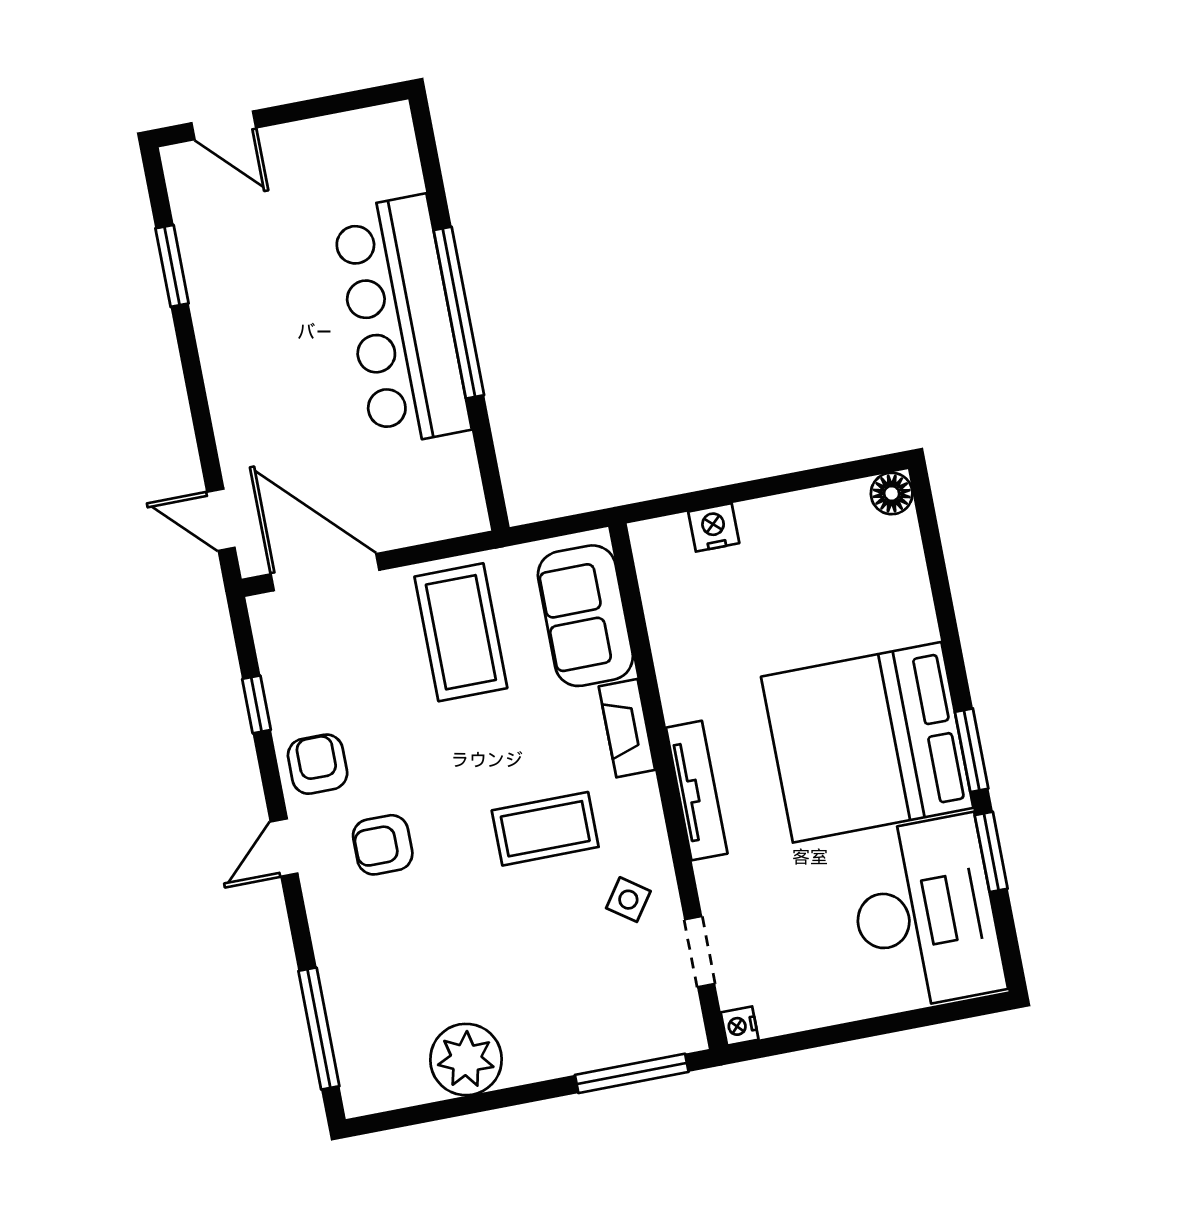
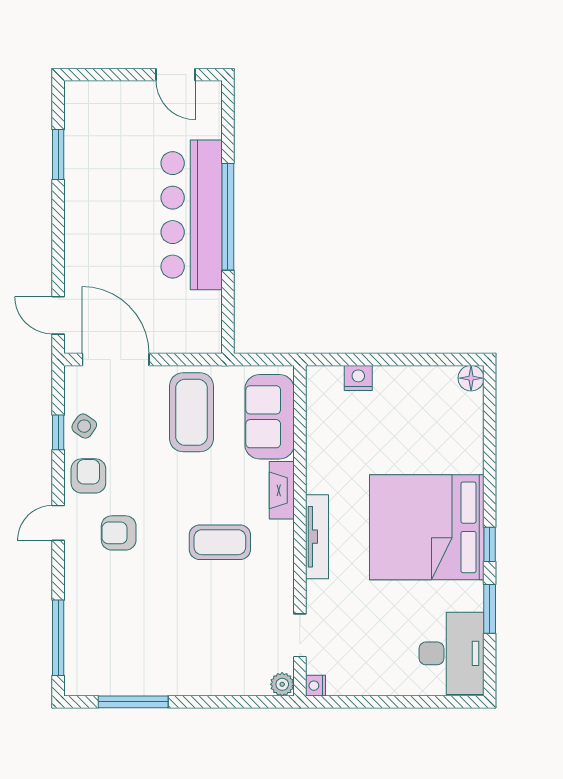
door: (224, 125) -> (176, 75), moved
window: (972, 750) -> (490, 544), width x0.67
side table: (628, 900) -> (84, 426), moved
desk: (925, 913) -> (452, 653), width x0.73, depth x0.77
plant: (466, 1060) -> (282, 684), moved, width x0.53, depth x0.53
window: (632, 1073) -> (133, 702), moved

